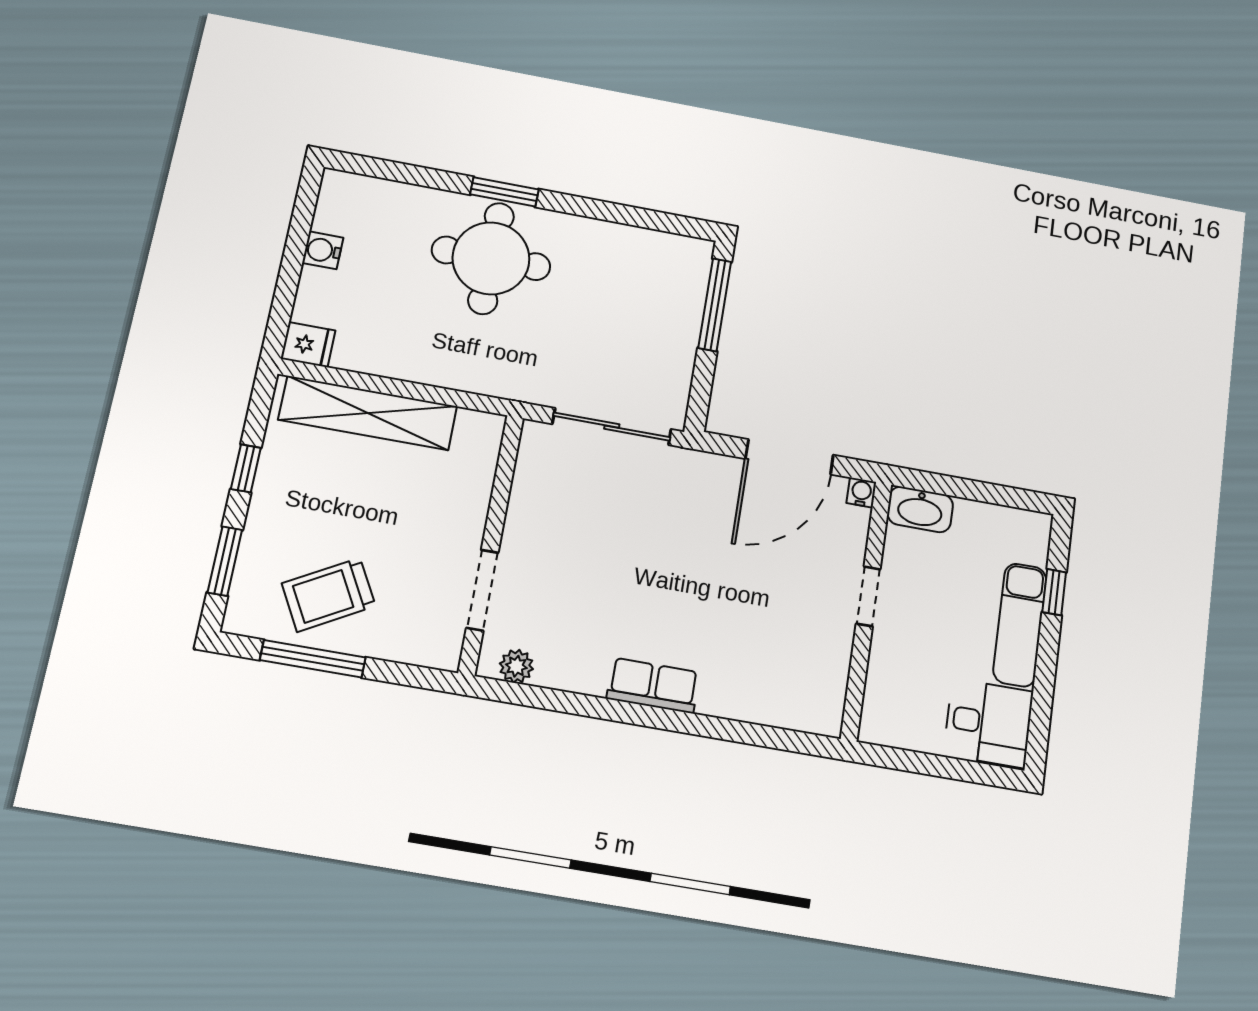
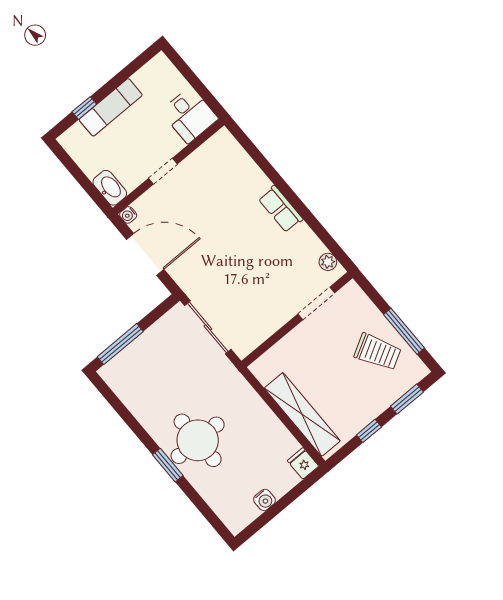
desk: (989, 723) -> (189, 115), moved, turned 180

